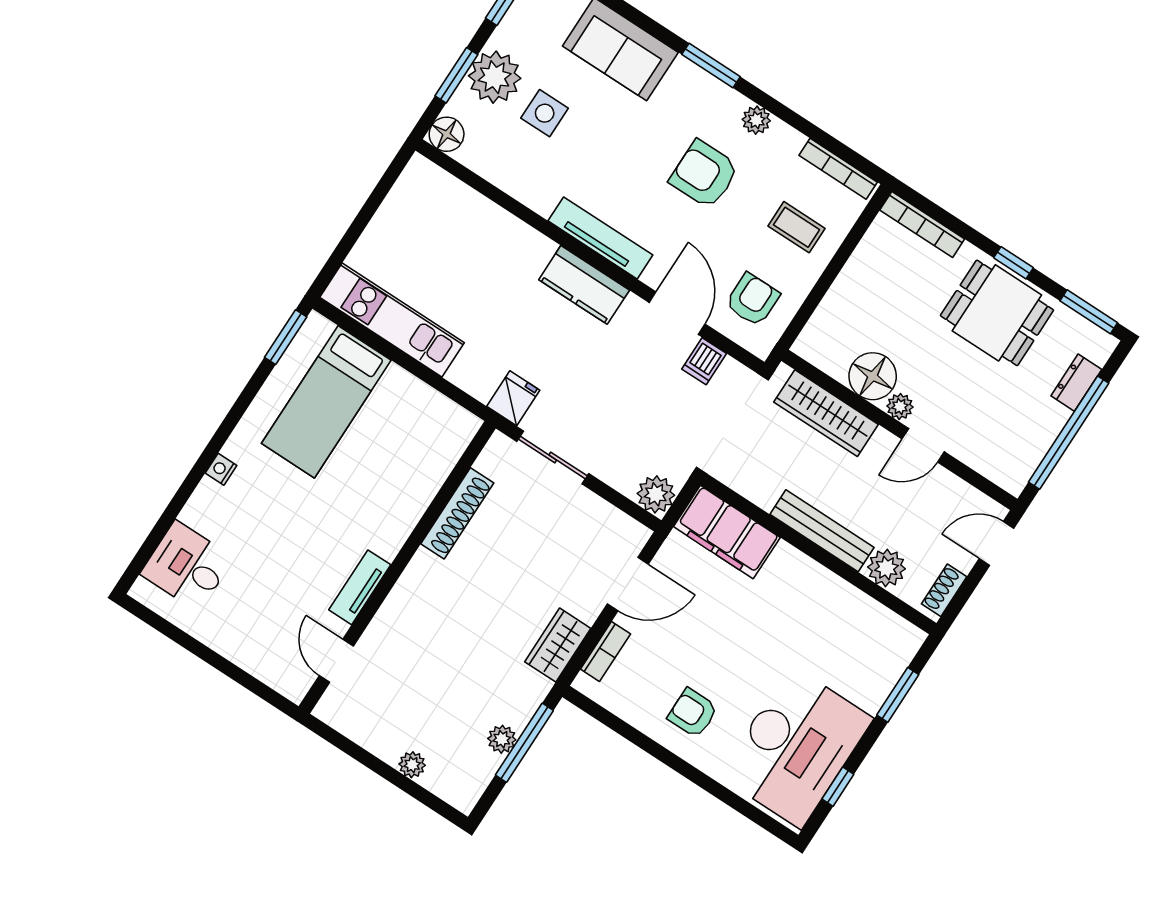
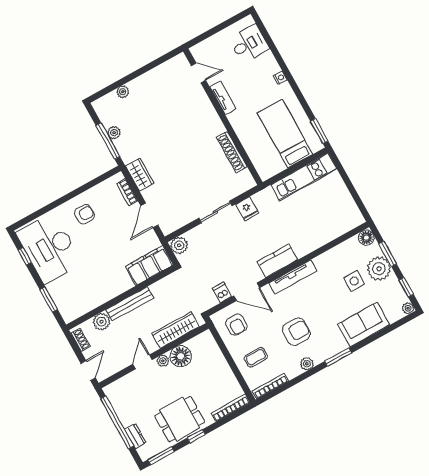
shoe rack: (457, 513) -> (232, 152), moved
wall: (397, 567) -> (223, 117), moved
tv unit: (360, 587) -> (223, 98), moved
door: (336, 661) -> (198, 73), moved

